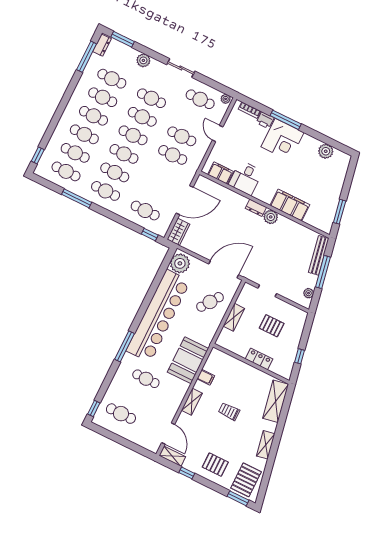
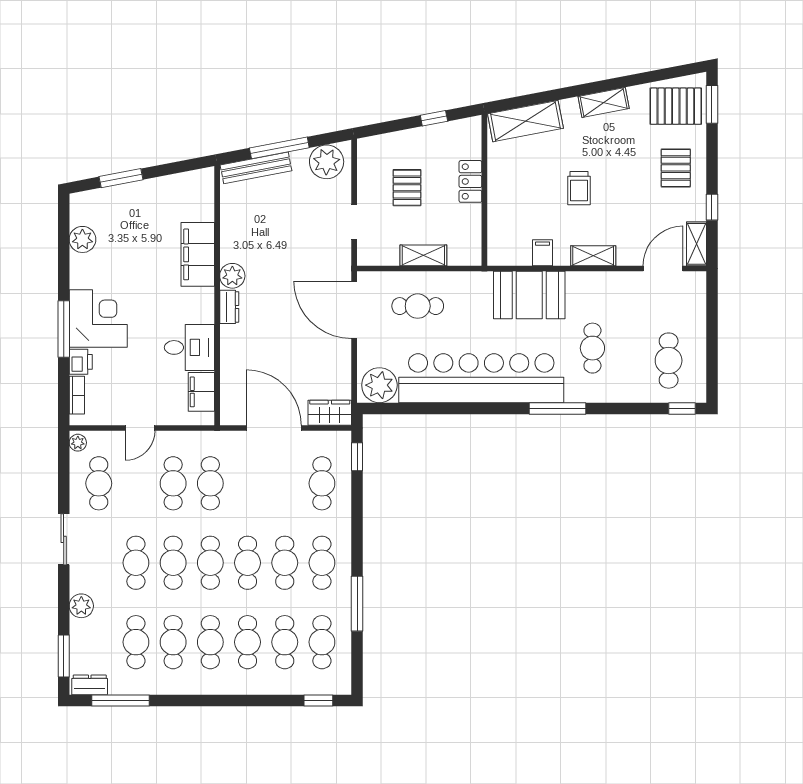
window: (340, 212) -> (121, 178), moved
plant: (309, 293) -> (327, 162), width x1.88, depth x1.88
cafe table: (210, 302) -> (418, 306), turned -35

